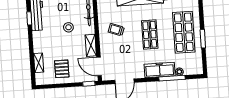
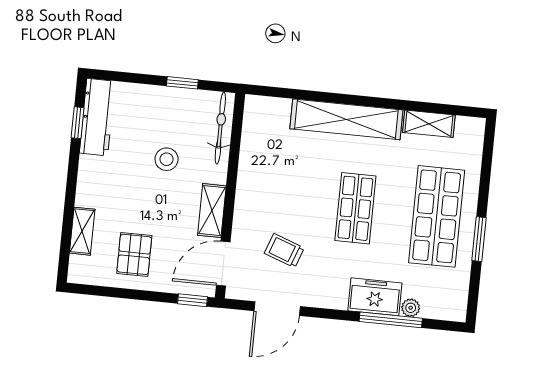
trolley: (116, 30) -> (284, 251), moved
door: (99, 66) -> (223, 264), hinge flipped
freezer: (160, 70) -> (375, 297), width x0.71

